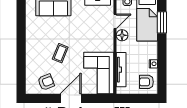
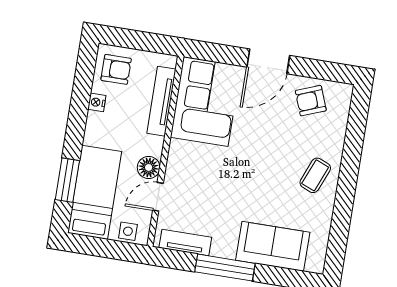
coffee table: (60, 53) -> (315, 175), moved

